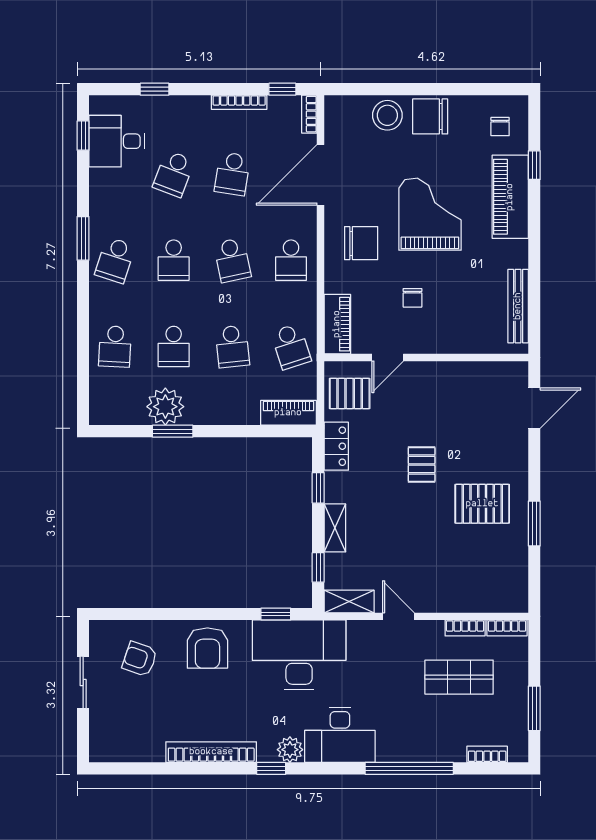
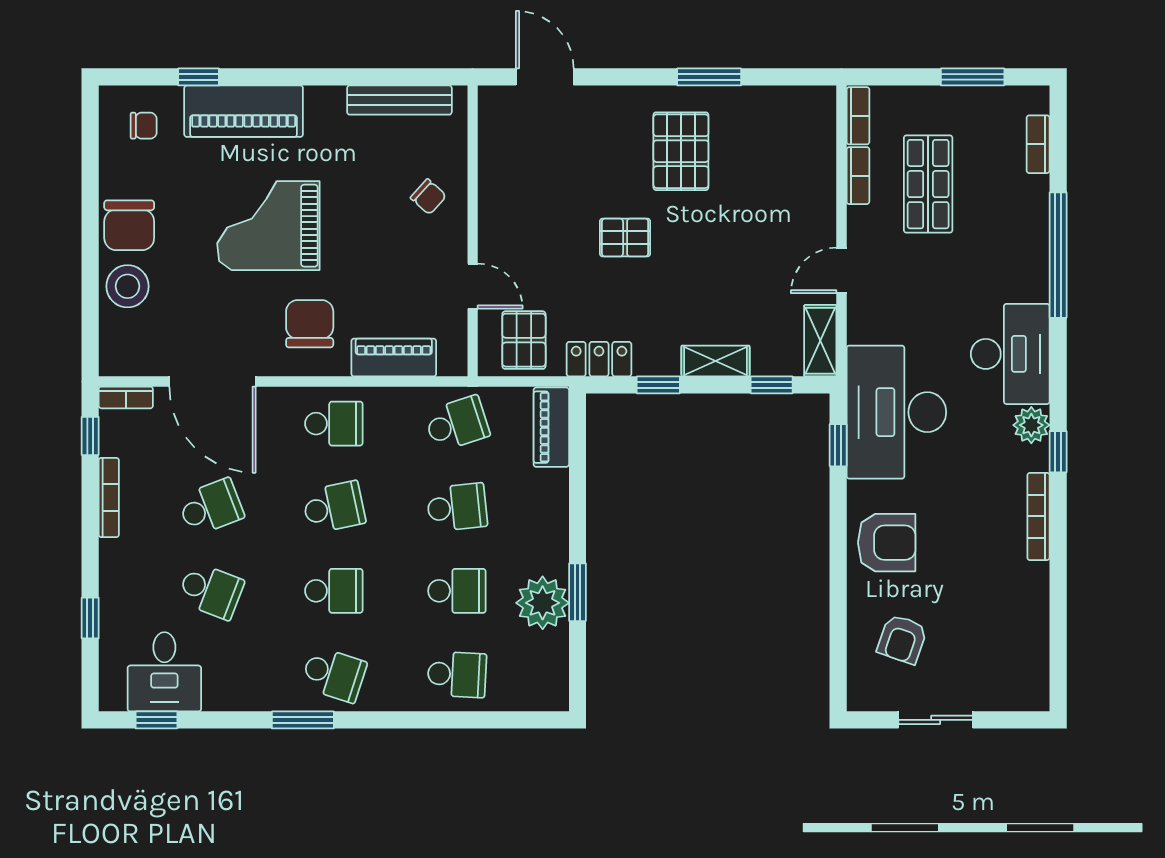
school desk: (232, 174) -> (211, 507), turned -30
chair: (413, 298) -> (428, 197), moved, turned 42
piano: (337, 324) -> (394, 357), moved
bookcase: (211, 752) -> (1038, 516), width x0.68, depth x0.76

